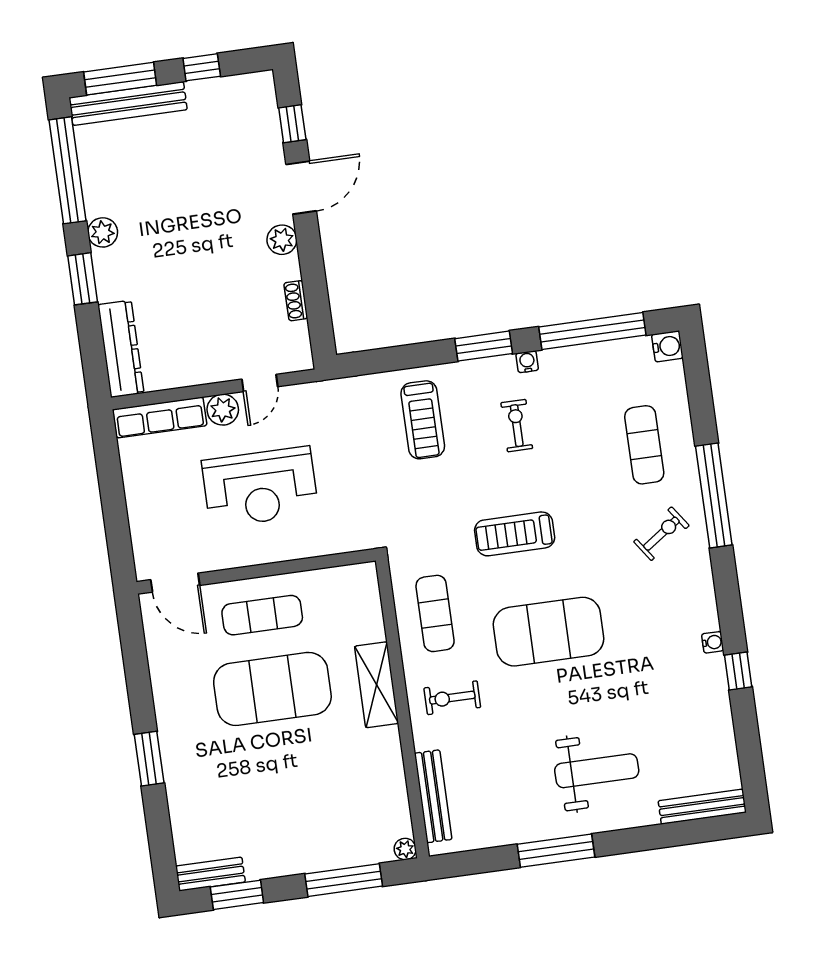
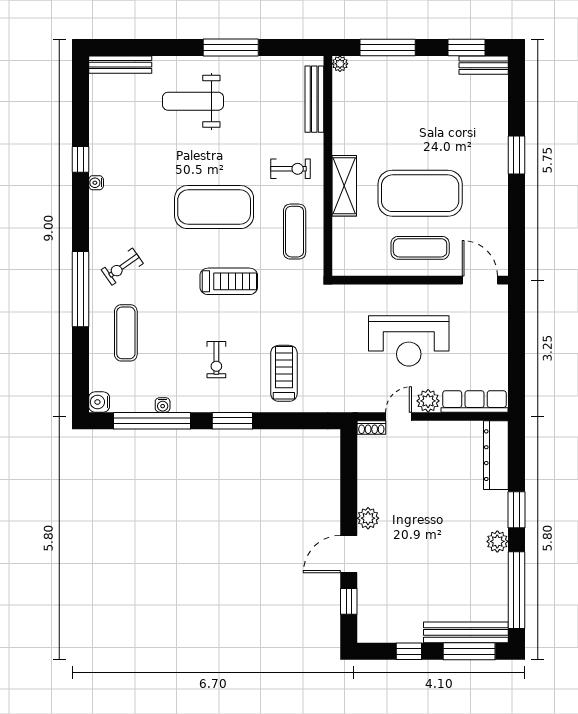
shoe rack: (296, 301) -> (371, 428), moved, turned 90
water cooler: (527, 362) -> (163, 405), moved
reception desk: (260, 487) -> (409, 341), turned 180

